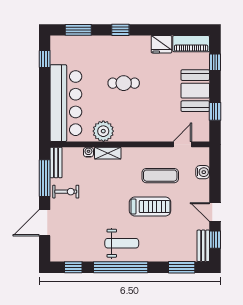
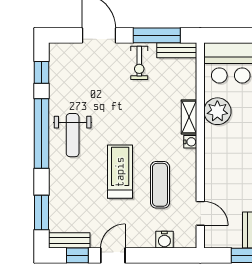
water cooler: (88, 152) -> (190, 142), moved
treadmill: (150, 206) -> (120, 172), turned 180

